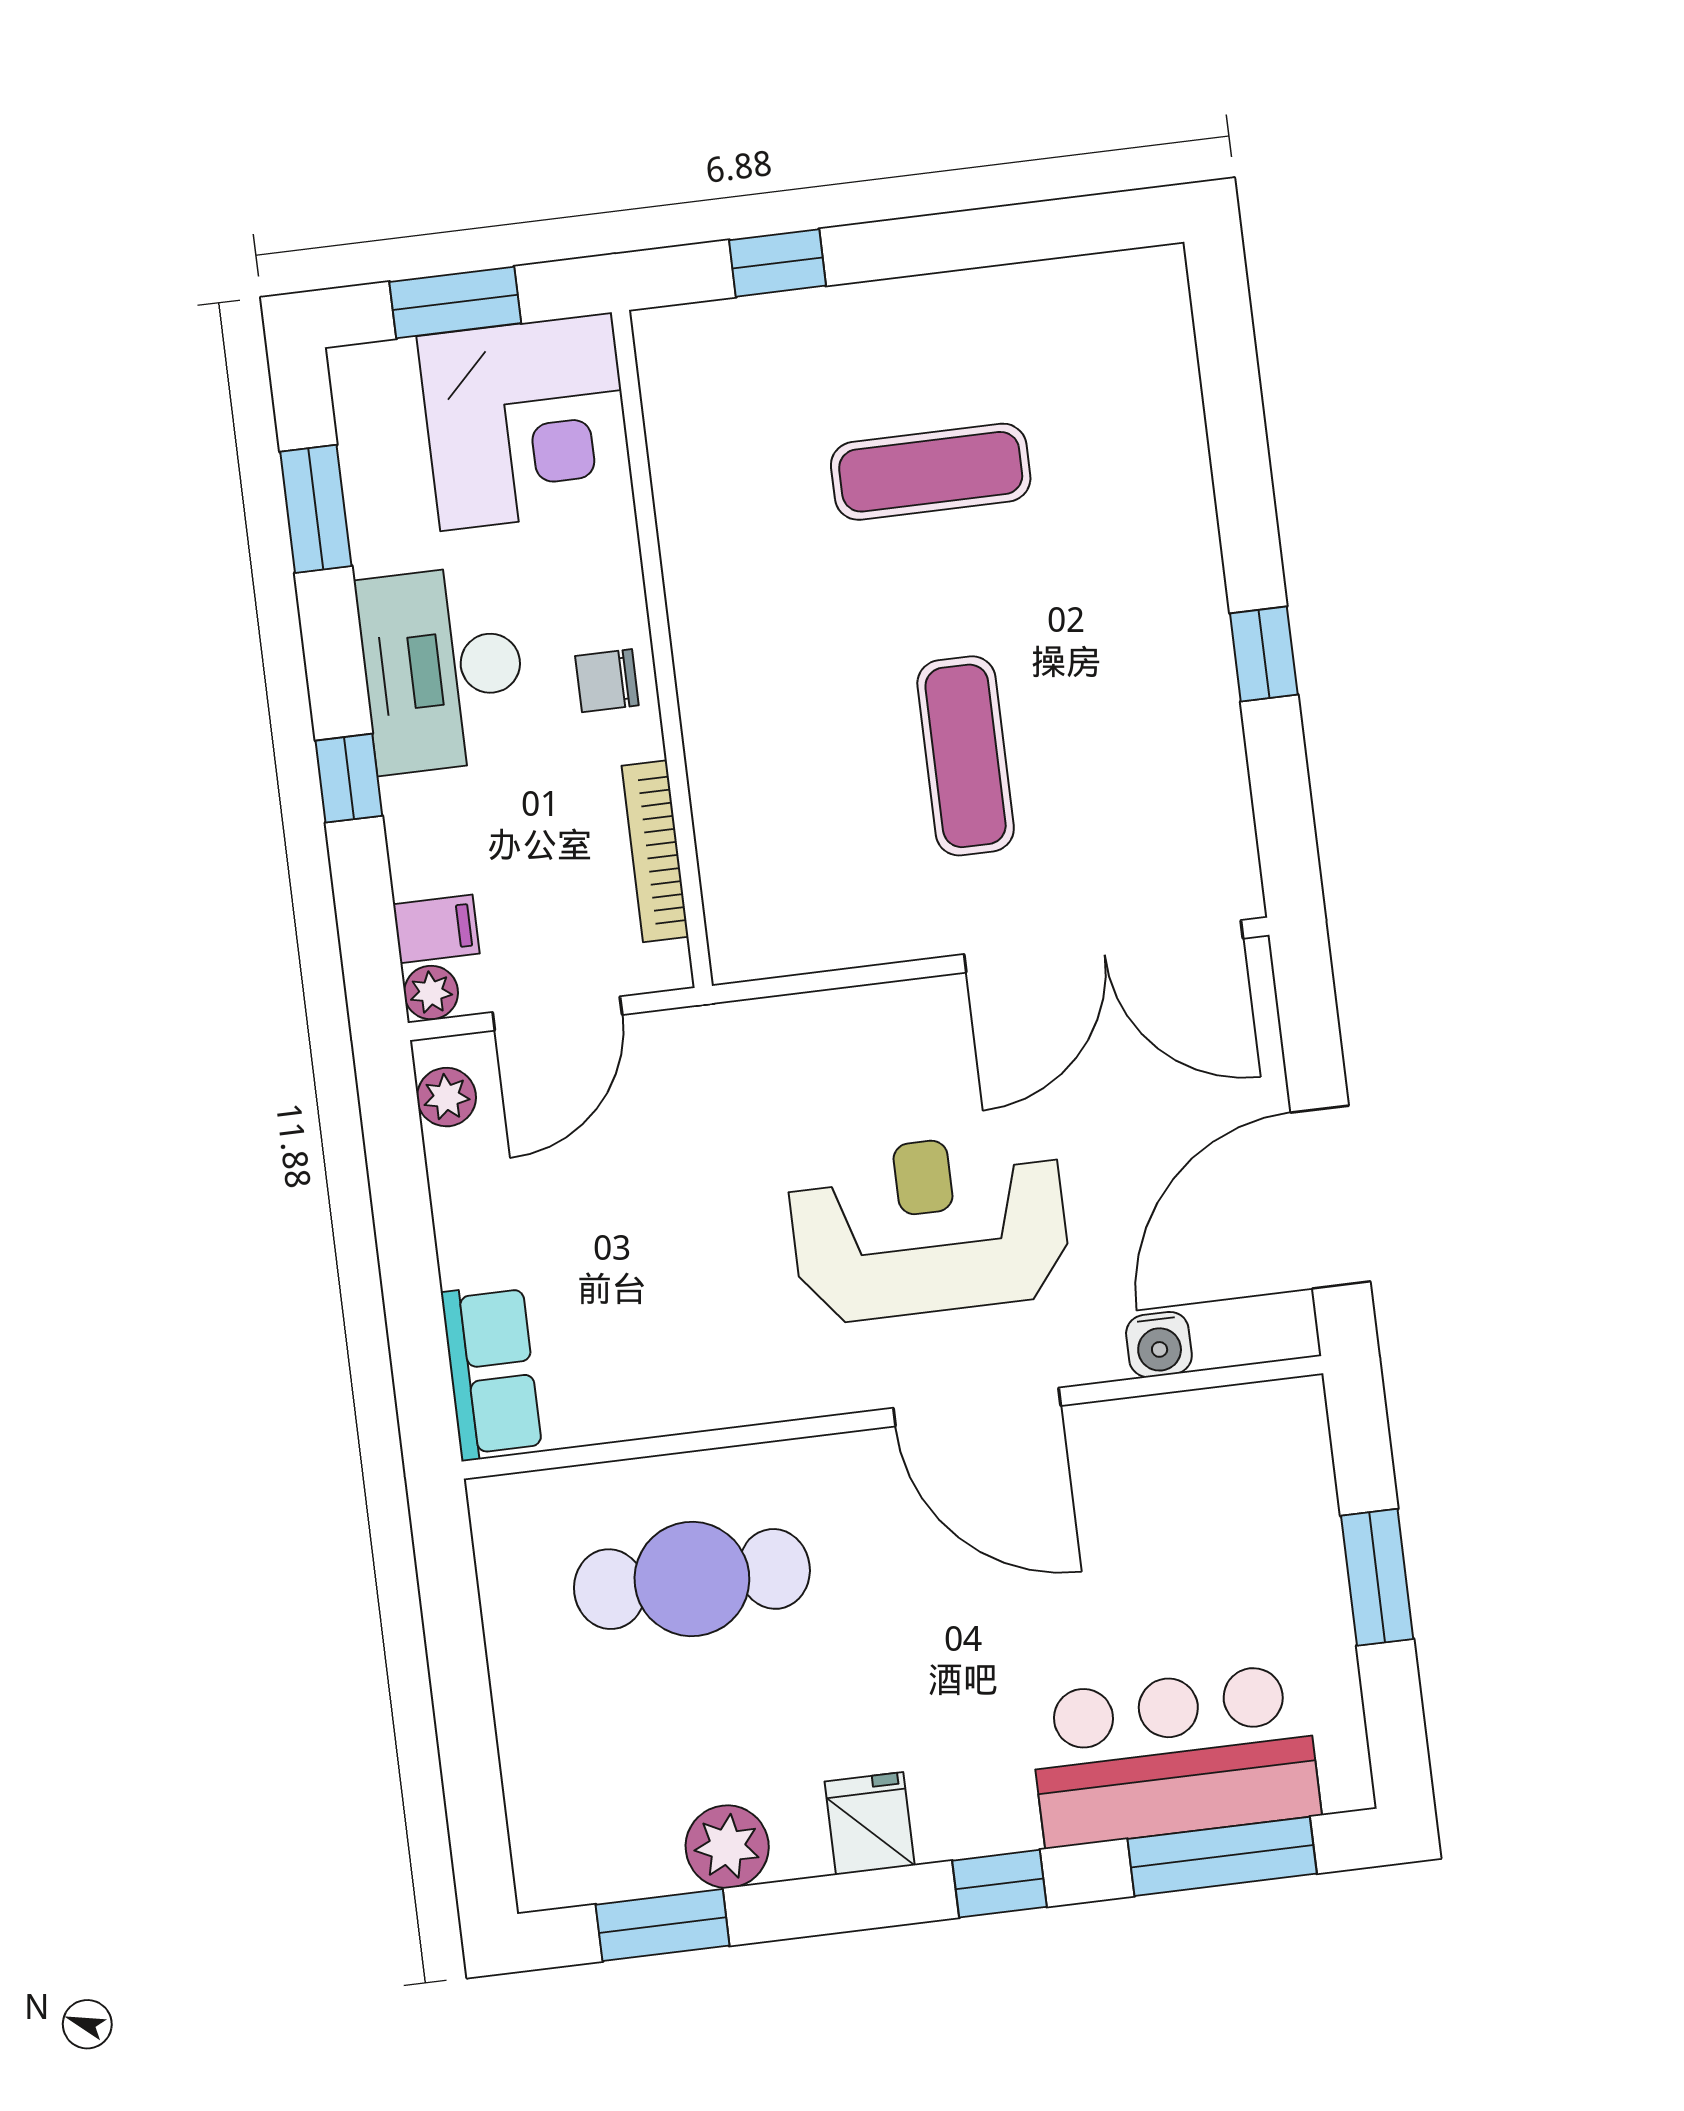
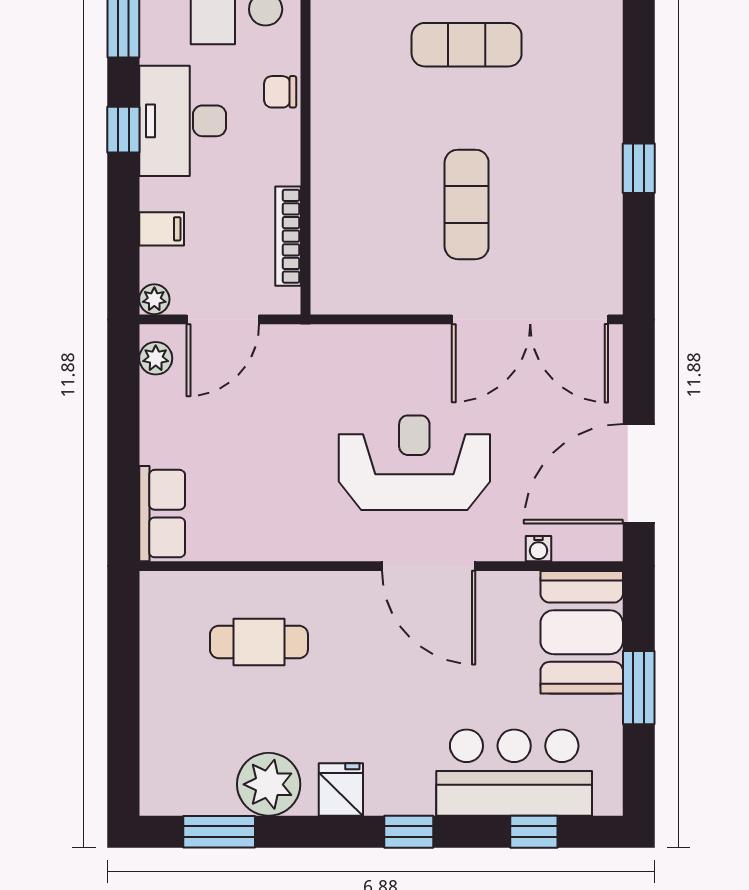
chair: (607, 681) -> (280, 92), moved
window: (349, 778) -> (123, 130), moved
filing cabinet: (436, 929) -> (162, 229), moved
water cooler: (1159, 1344) -> (538, 549), width x0.72, depth x0.72
booth: (1264, 1491) -> (582, 632), added
cafe table: (692, 1579) -> (259, 642), width x0.73, depth x0.74
plant: (727, 1847) -> (269, 784), width x1.36, depth x1.36
window: (1222, 1856) -> (534, 832), width x0.46

